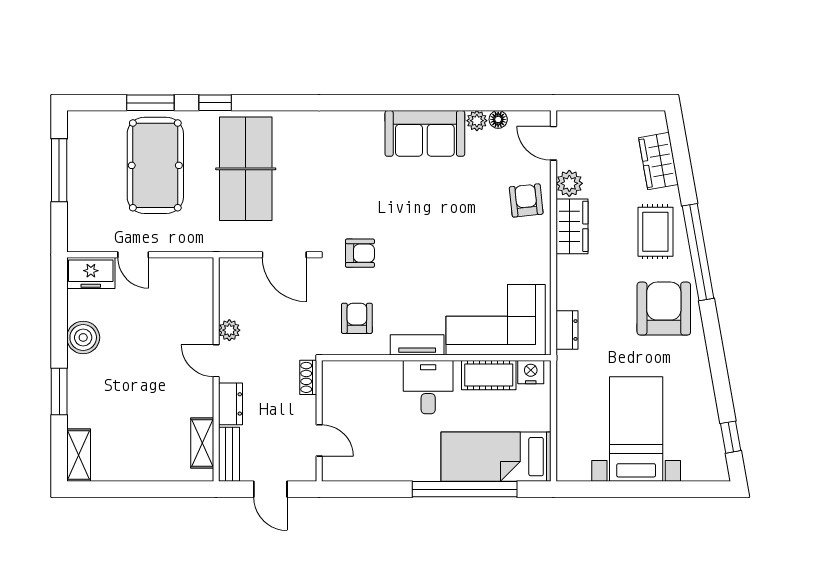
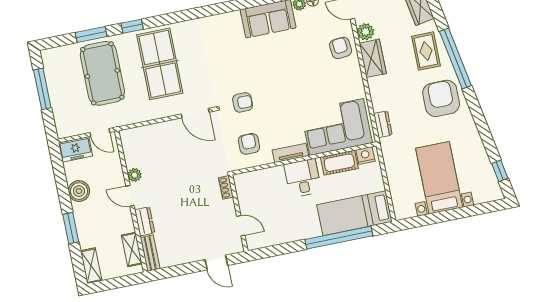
plant: (229, 330) -> (134, 175), moved
door: (216, 361) -> (130, 196), moved
wall: (216, 369) -> (131, 201), moved
dresser: (231, 404) -> (145, 221), moved
shelving: (202, 443) -> (132, 250), moved
bench: (229, 454) -> (150, 253), moved

